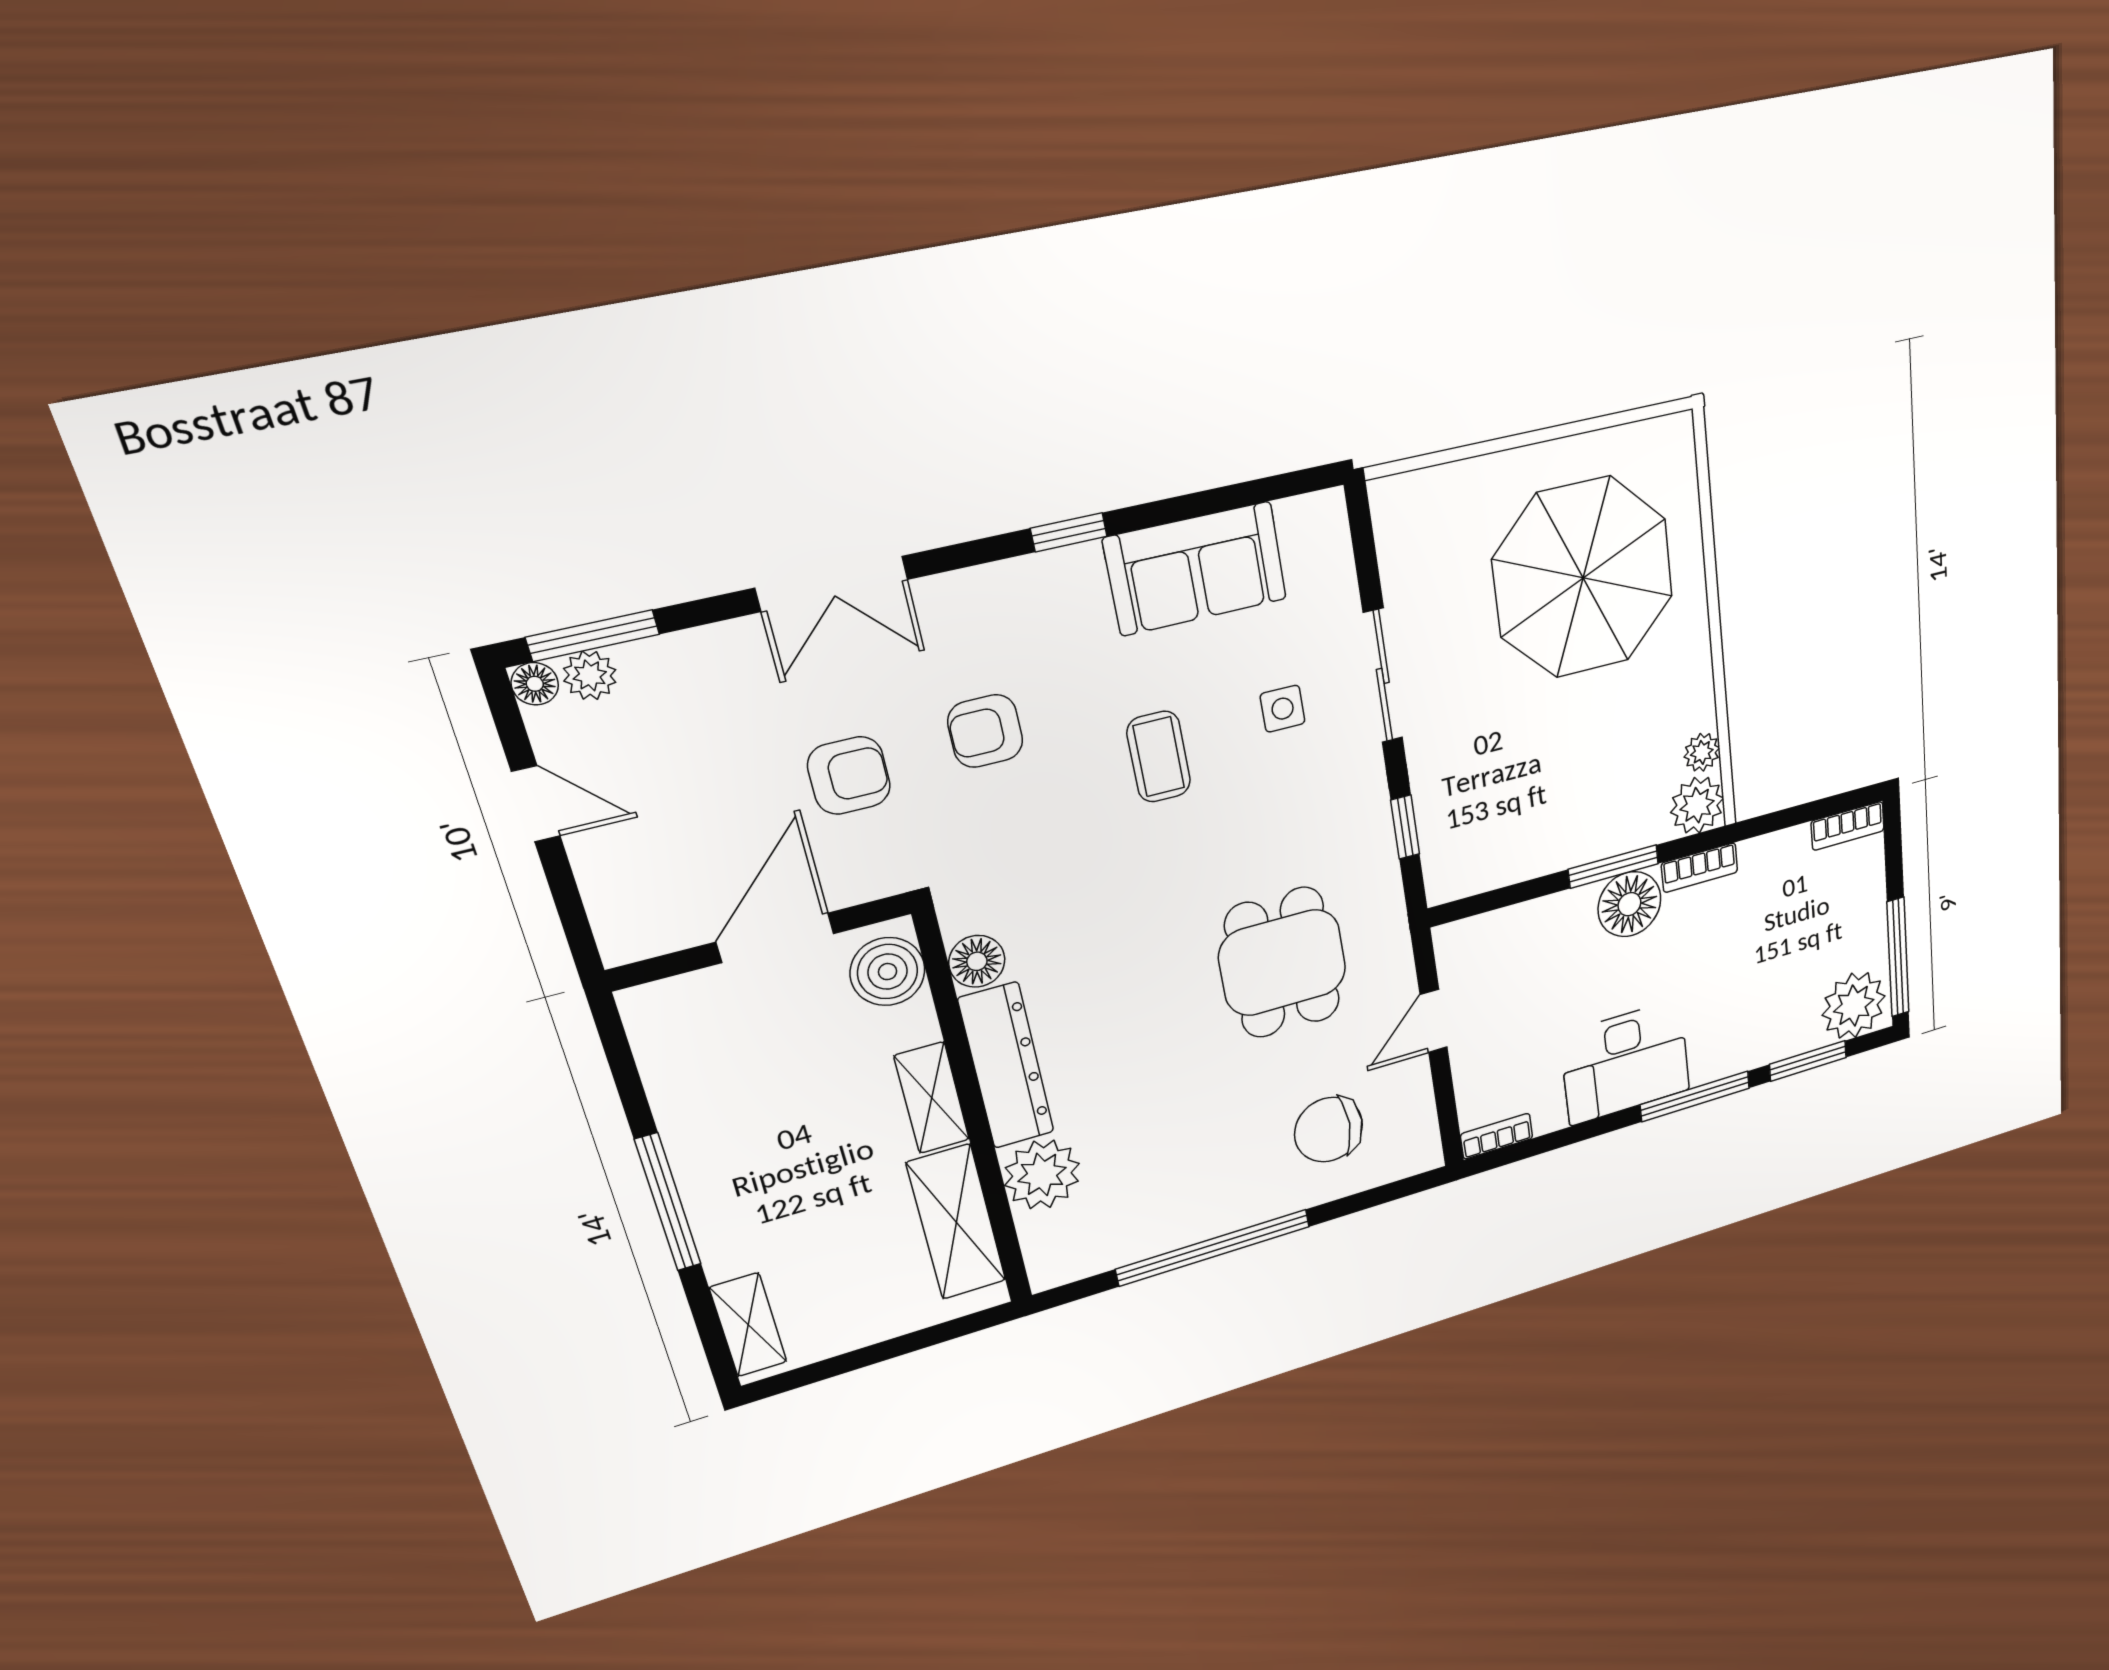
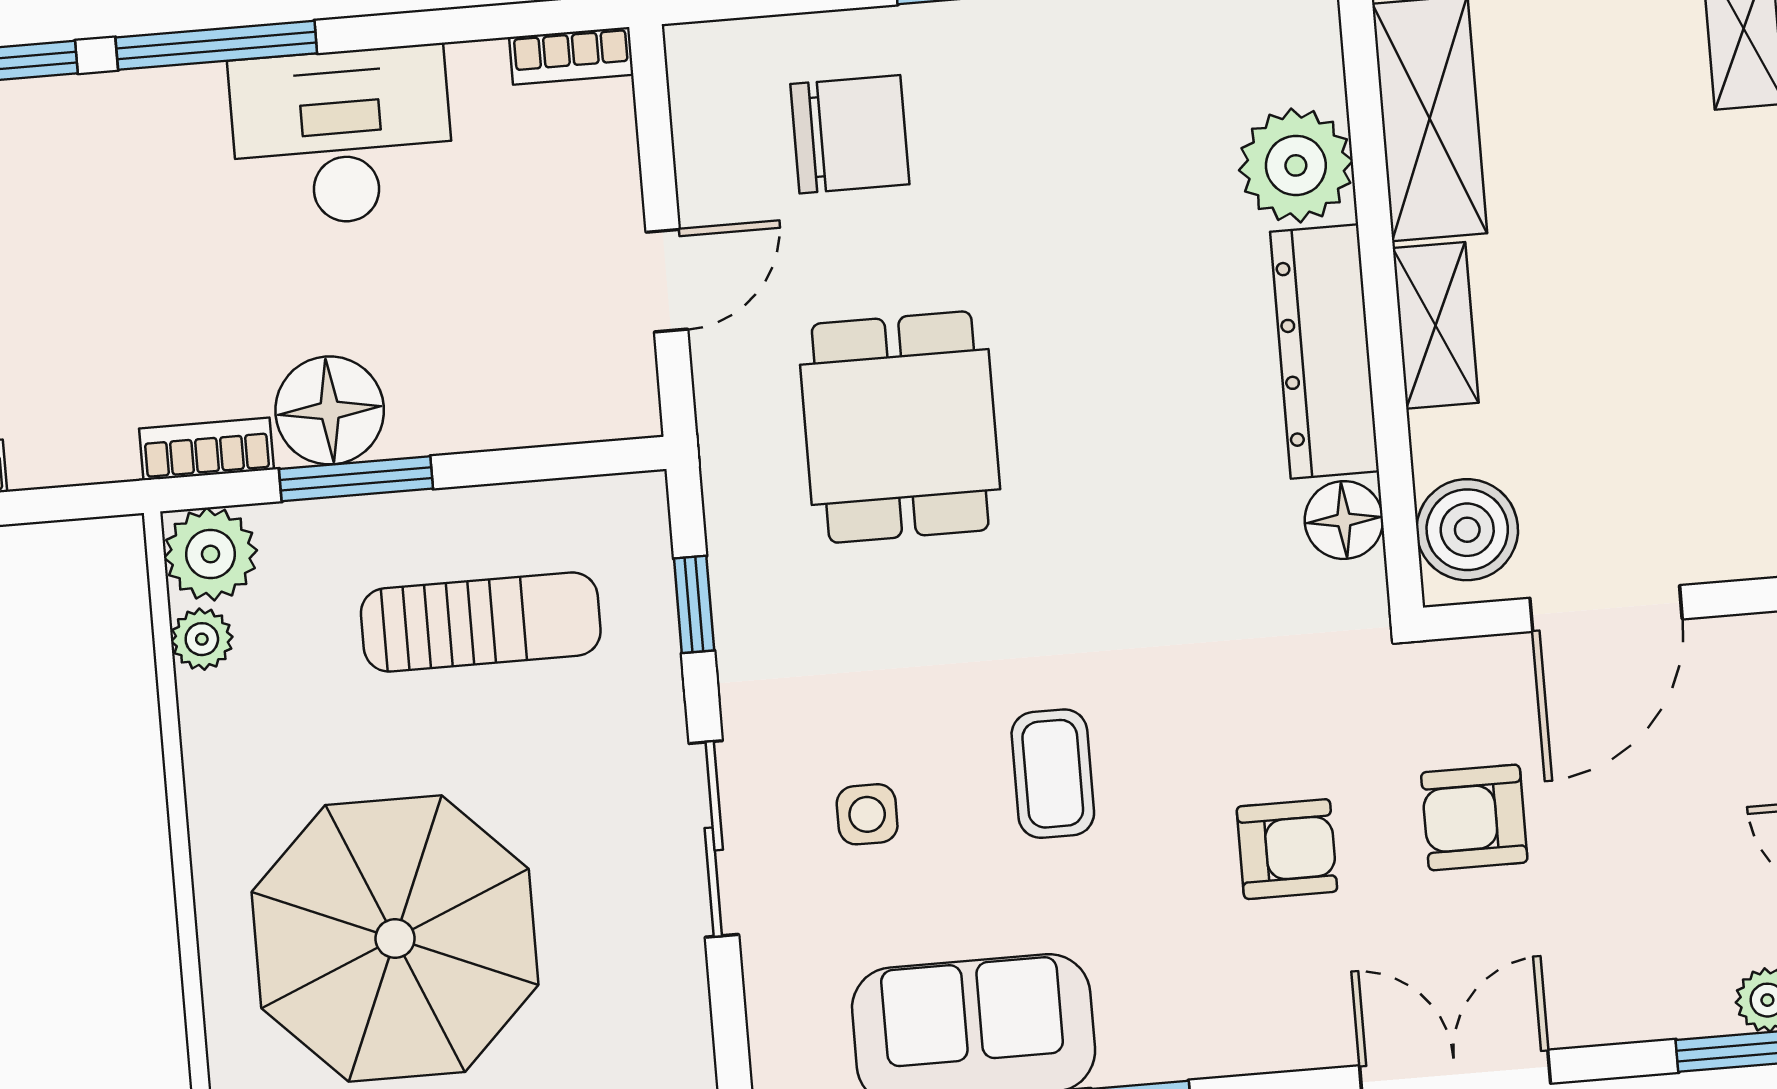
sun lounger: (1537, 792) -> (481, 622), added

